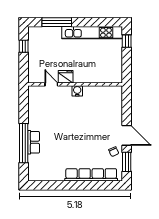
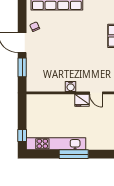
window: (57, 22) -> (74, 154), moved
window: (127, 162) -> (22, 67), moved

